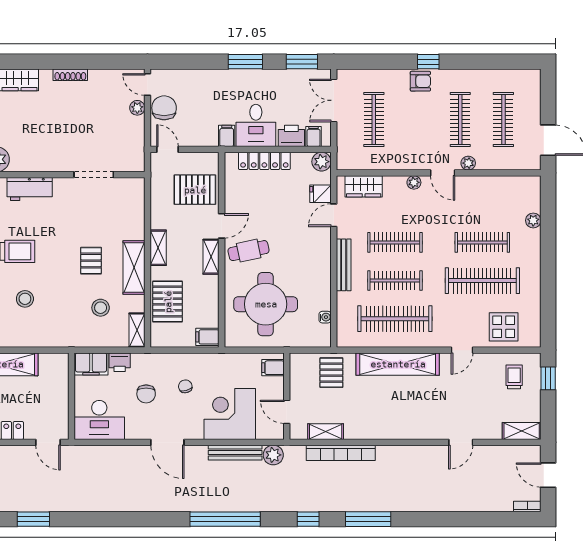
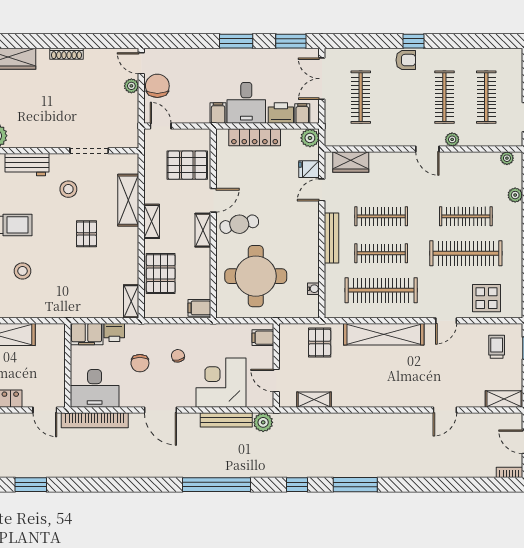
plant: (414, 182) -> (507, 158), moved
shelving: (134, 267) -> (128, 200), moved
stool: (101, 308) -> (68, 189), moved
bookcase: (341, 453) -> (95, 420), moved

